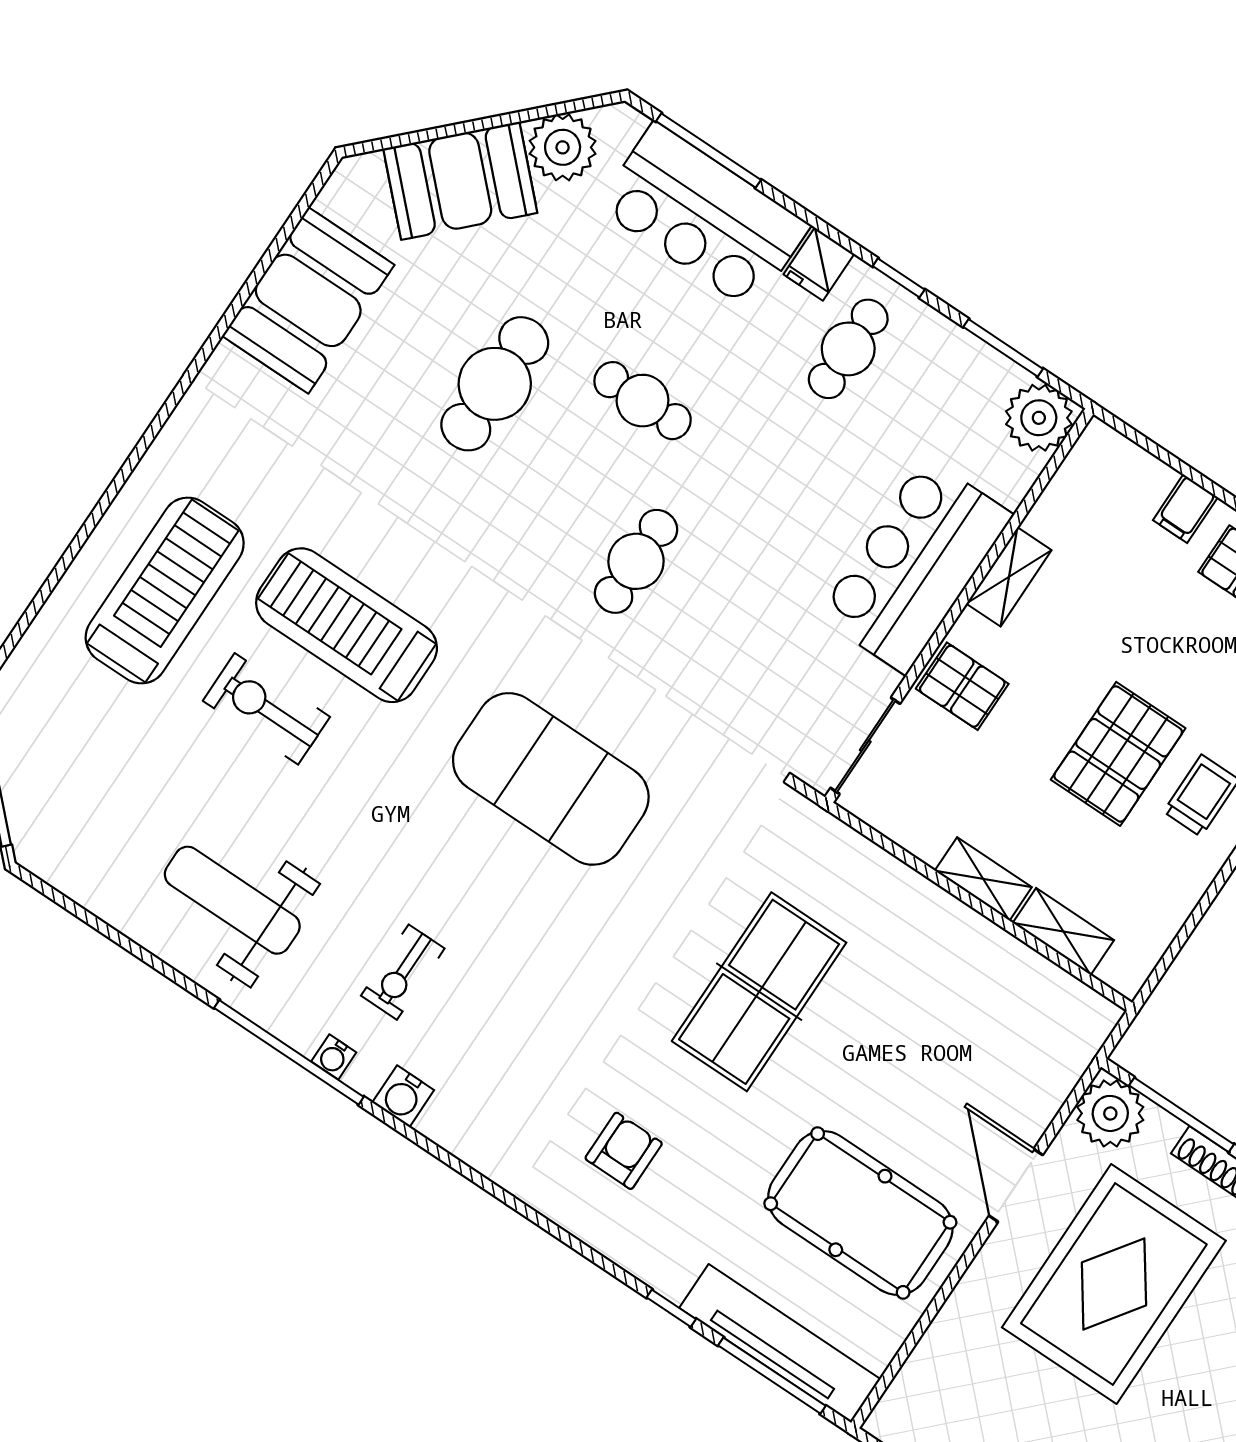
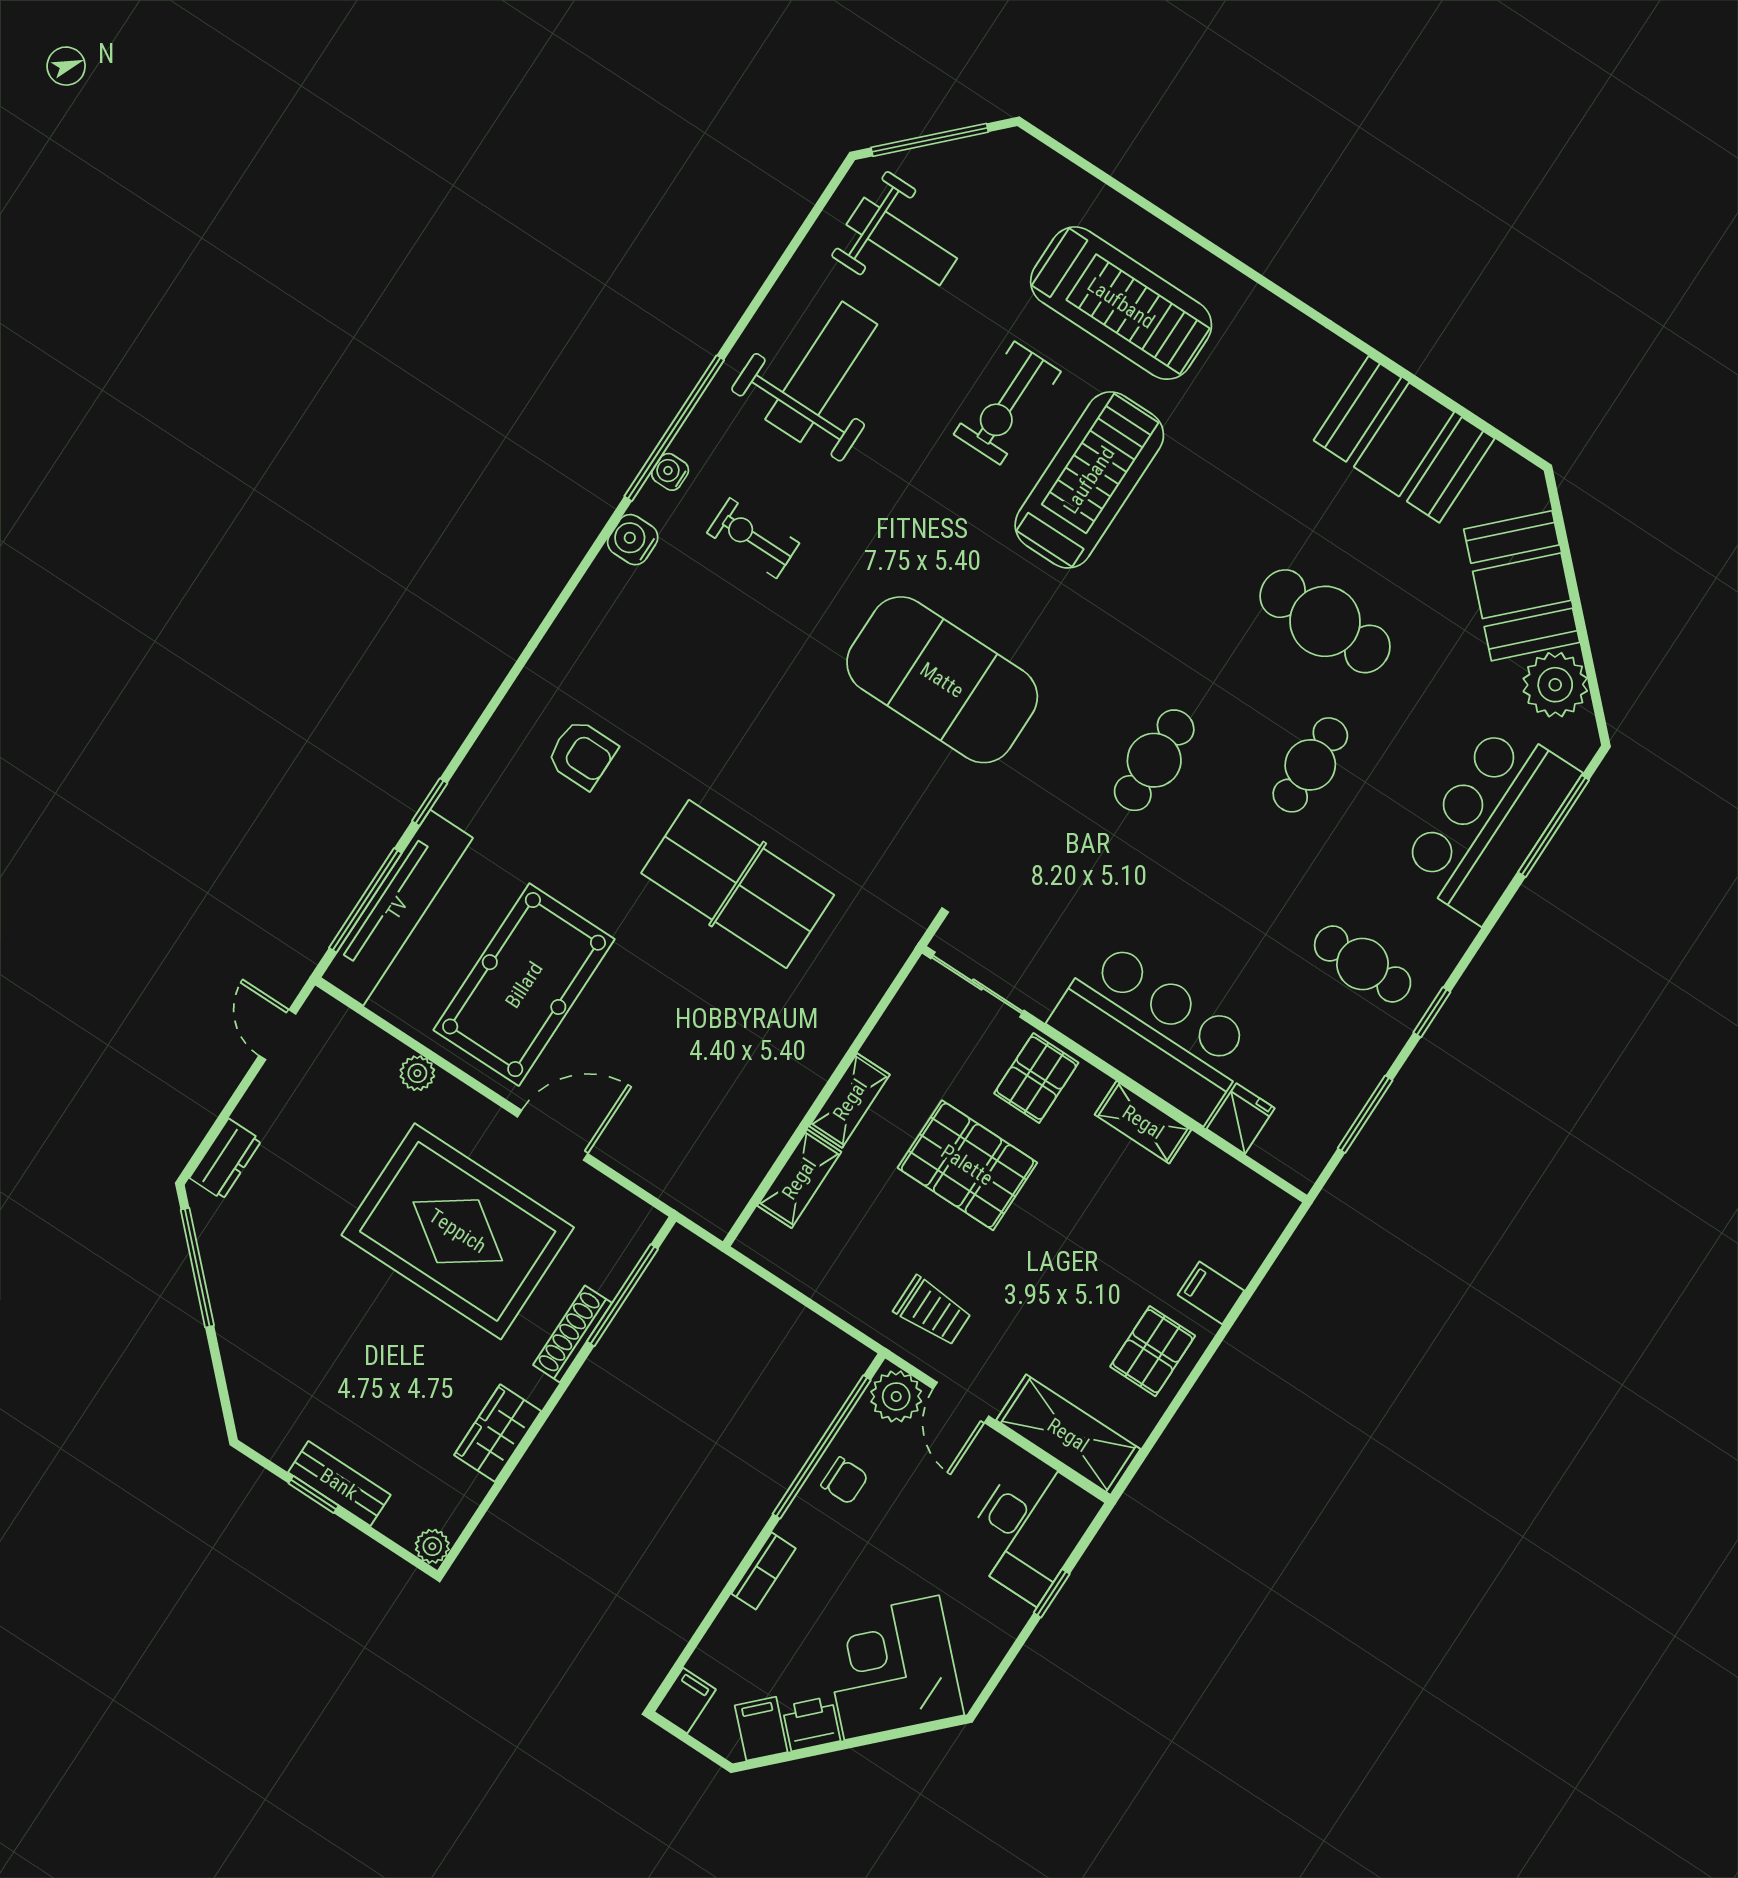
fridge: (819, 264) -> (1241, 1119), moved, turned 90
plant: (1039, 418) -> (1298, 1150), removed
cafe table: (636, 561) -> (1154, 760), turned 90
exercise bike: (266, 709) -> (1007, 403), turned 180
pallet: (1118, 754) -> (967, 1165), moved
exercise mat: (551, 779) -> (942, 680), turned 90
weight bench: (99, 816) -> (902, 241), added
plant: (1110, 1113) -> (417, 1073), moved, width x0.53, depth x0.53

